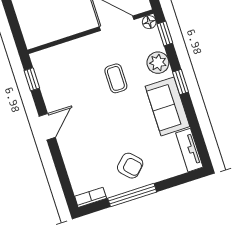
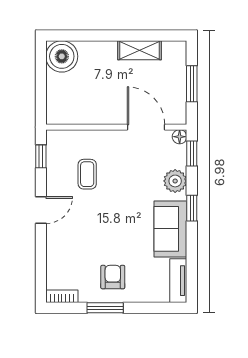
coffee table: (116, 78) -> (87, 174), moved
armchair: (130, 166) -> (113, 277), turned -136
window: (132, 195) -> (105, 308), width x0.69

